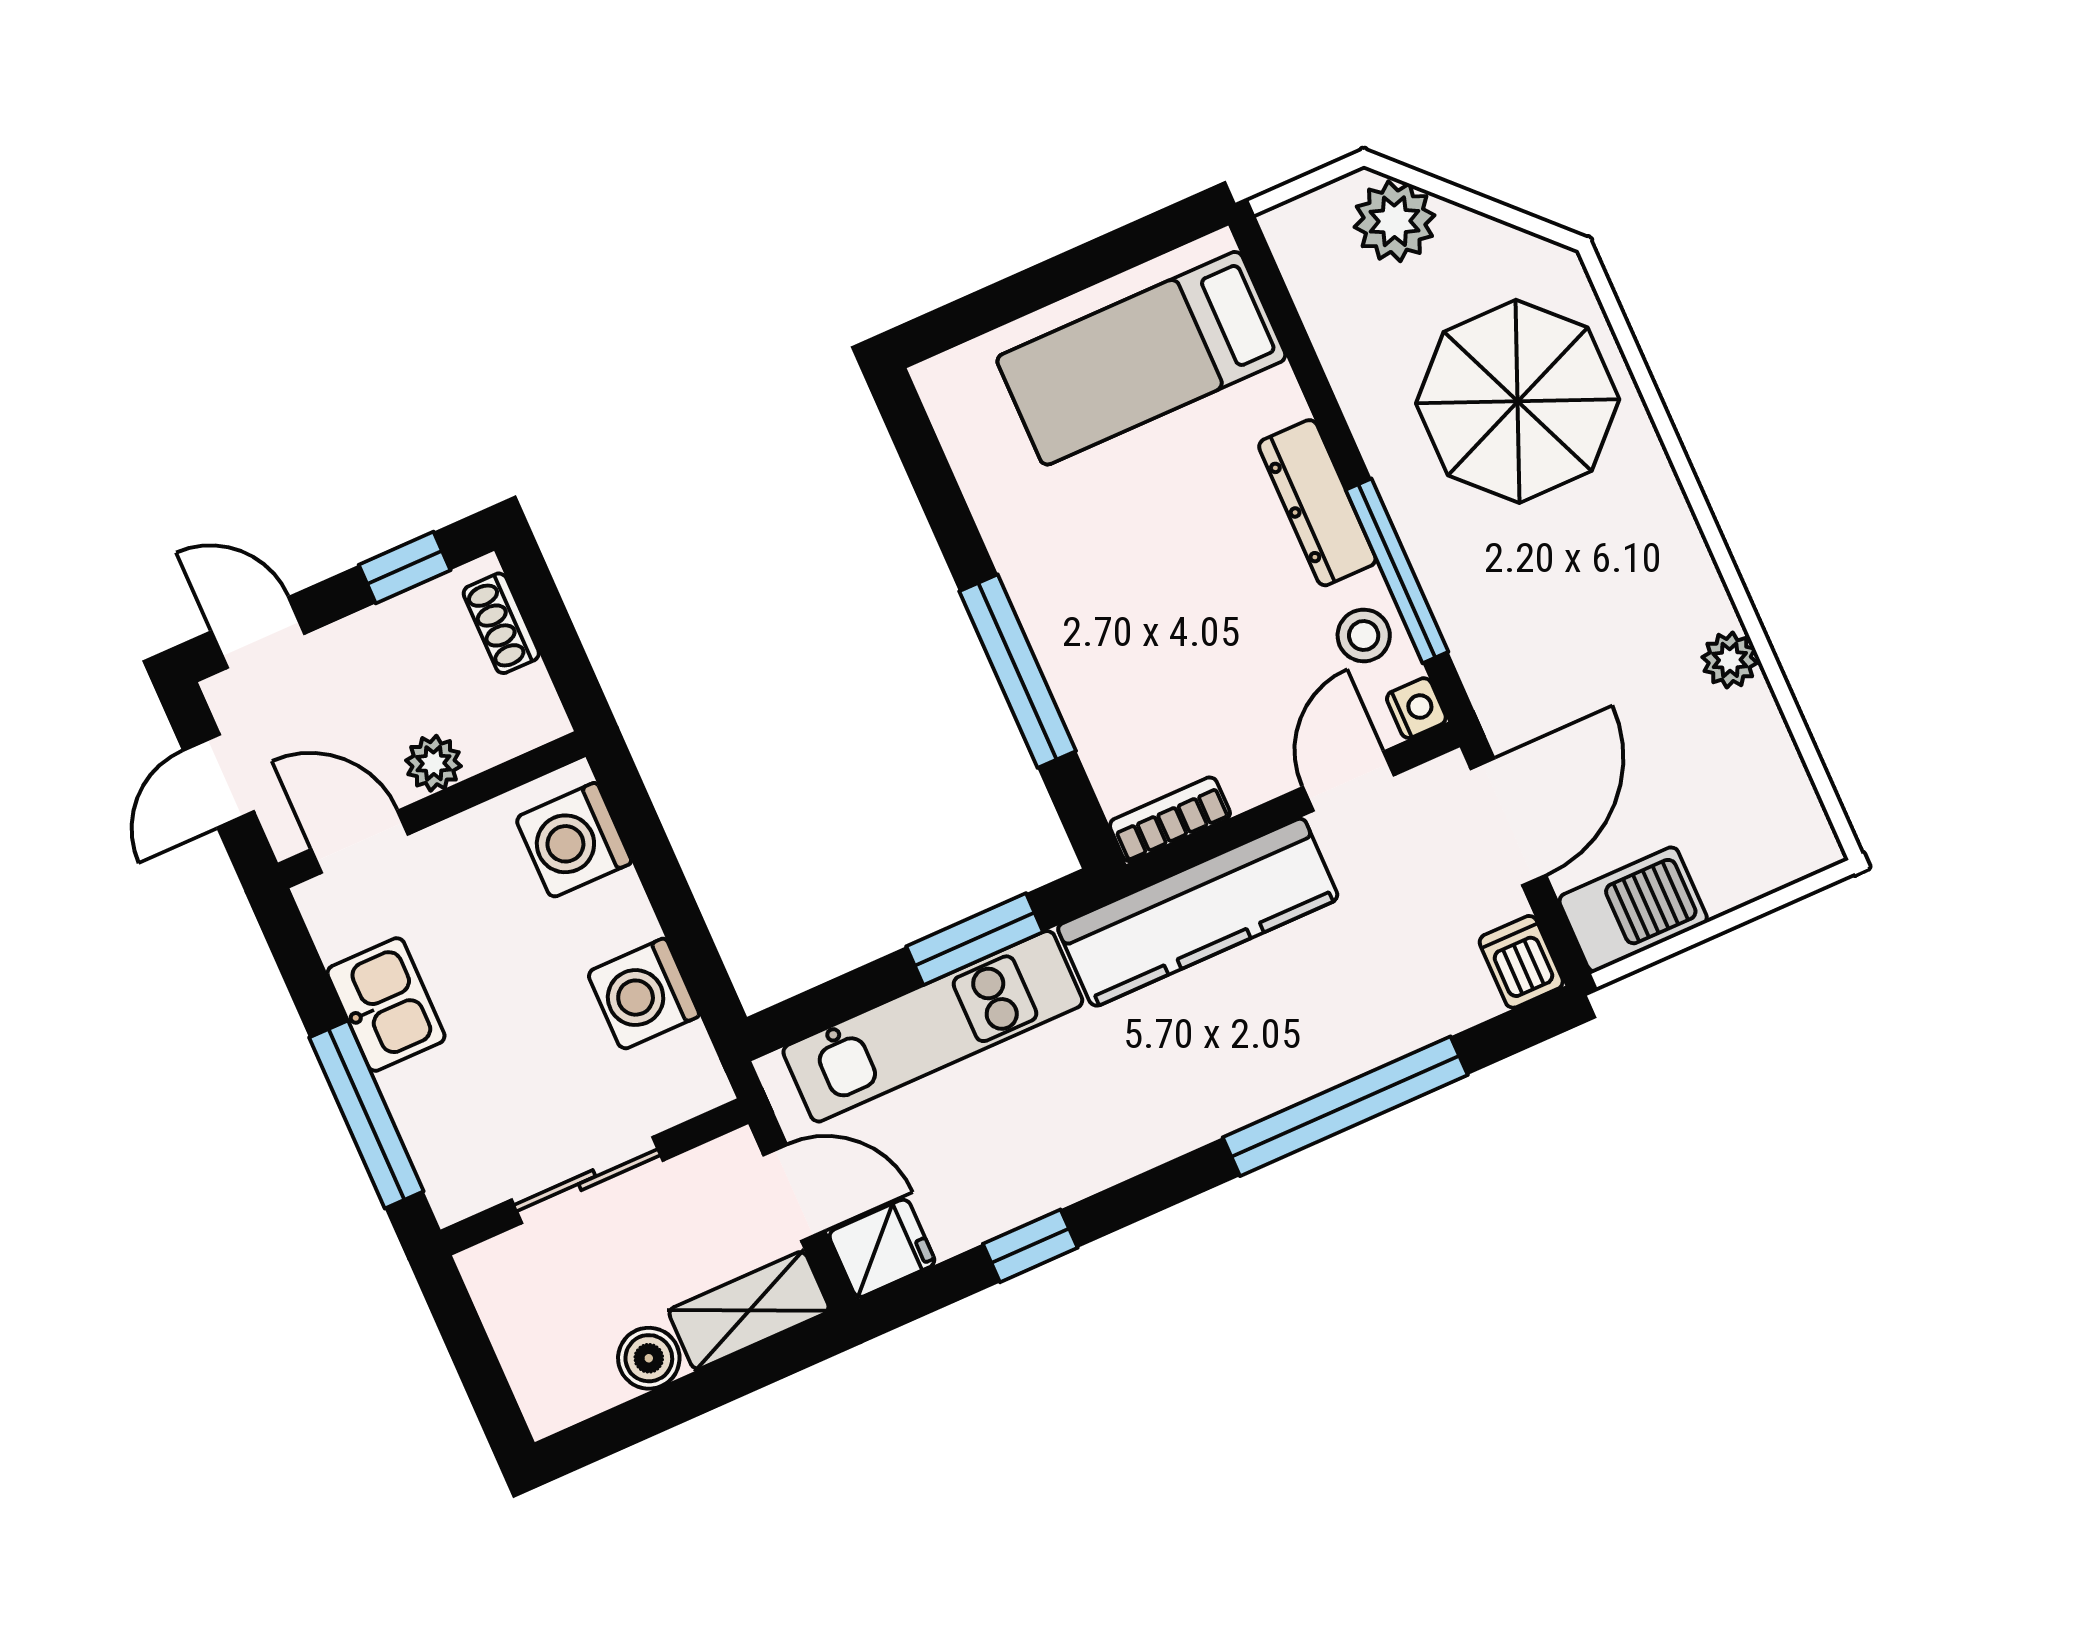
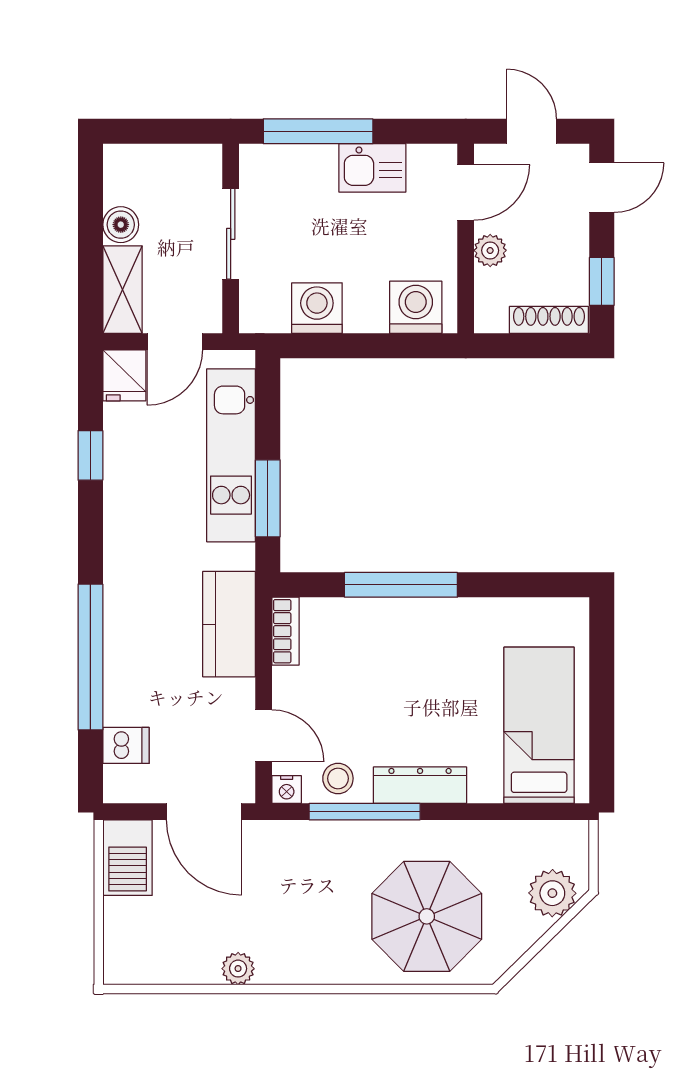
shoe rack: (501, 623) -> (549, 320), width x1.43
kitchen counter: (1198, 912) -> (229, 624), width x0.67
dishwasher: (1521, 962) -> (126, 745), moved

